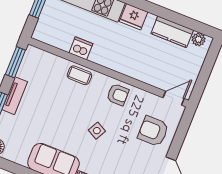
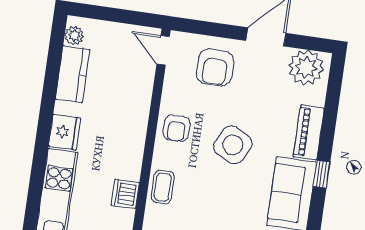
armchair: (118, 95) -> (177, 128), turned 180
side table: (97, 131) -> (233, 145), width x1.87, depth x1.87

